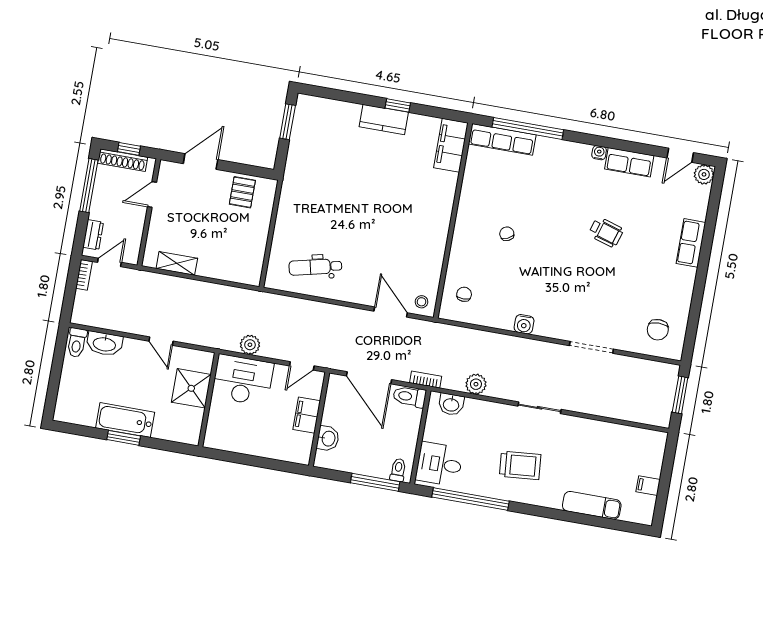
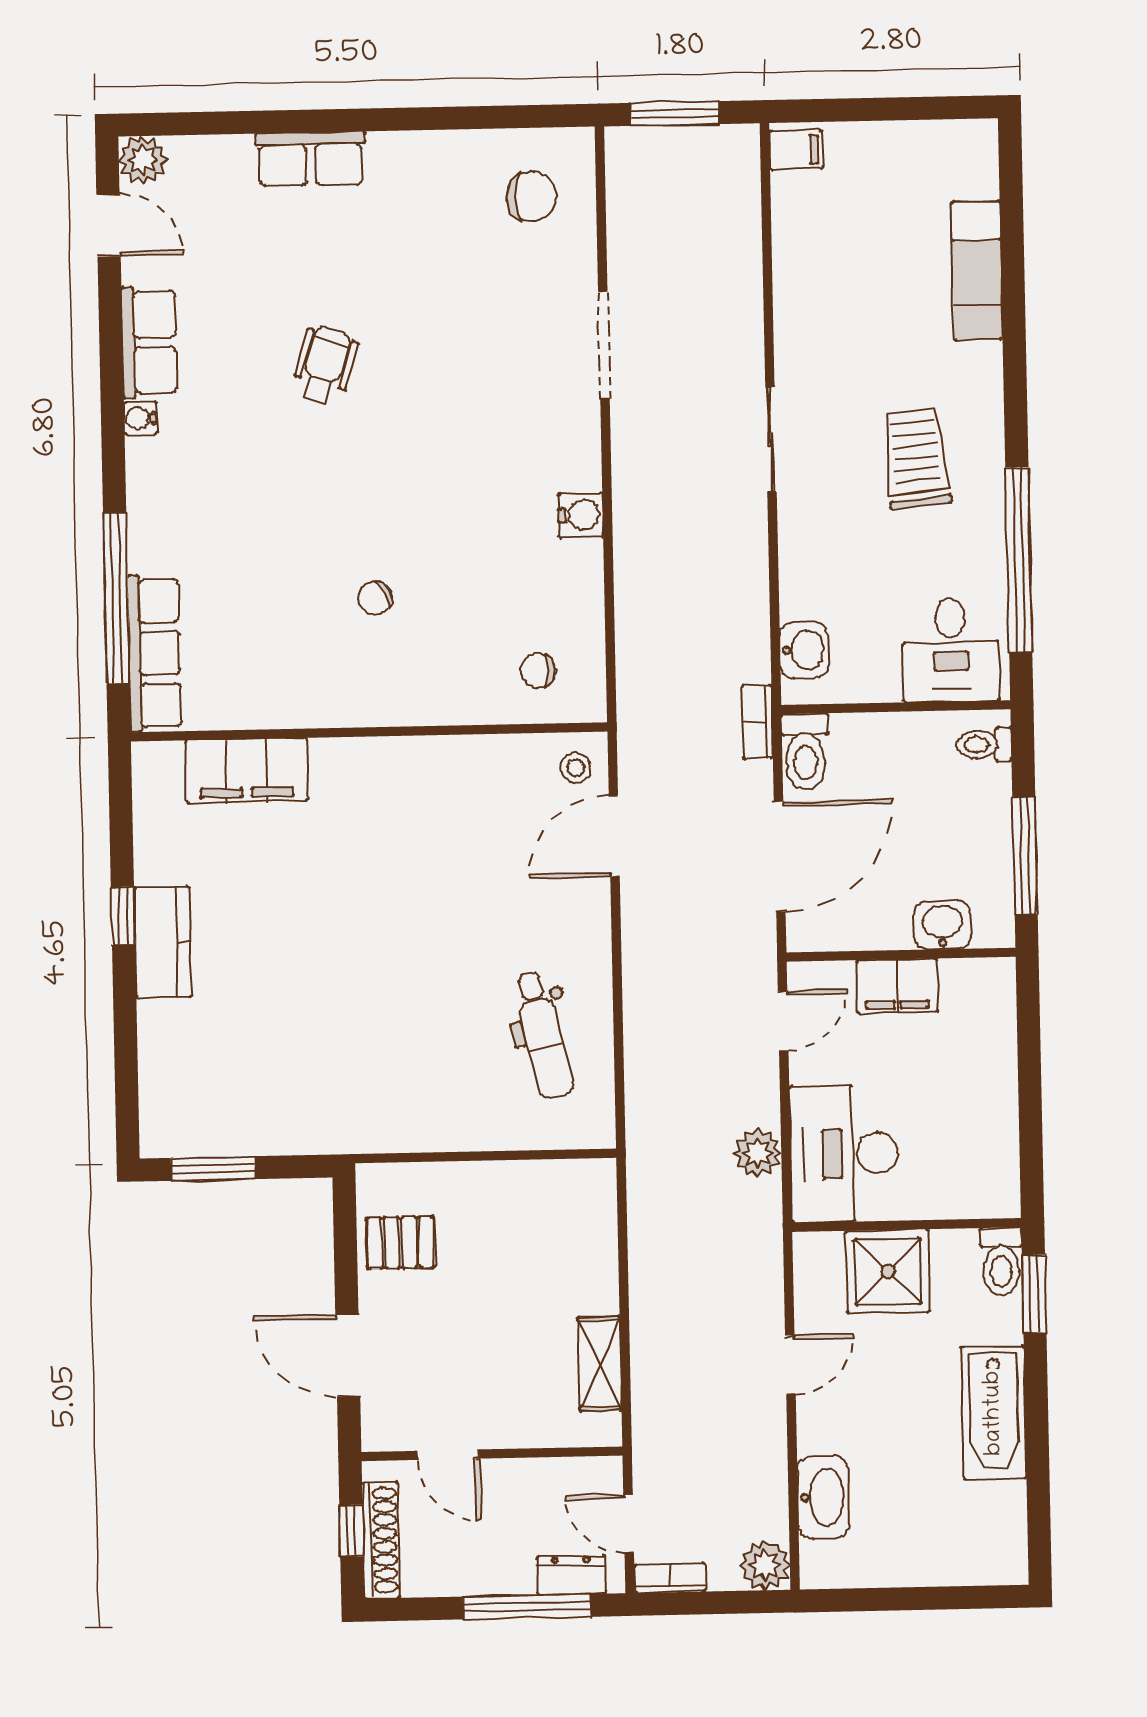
filing cabinet: (451, 145) -> (247, 771), moved
window: (89, 186) -> (527, 1607), moved
toilet: (77, 343) -> (1001, 1262), moved, turned 90
door: (302, 366) -> (783, 1021), hinge flipped
plant: (476, 384) -> (765, 1565), moved
window: (124, 438) -> (1034, 1294), moved
window: (375, 482) -> (1025, 855), moved
filing cabinet: (648, 486) -> (796, 150), moved, turned -90

